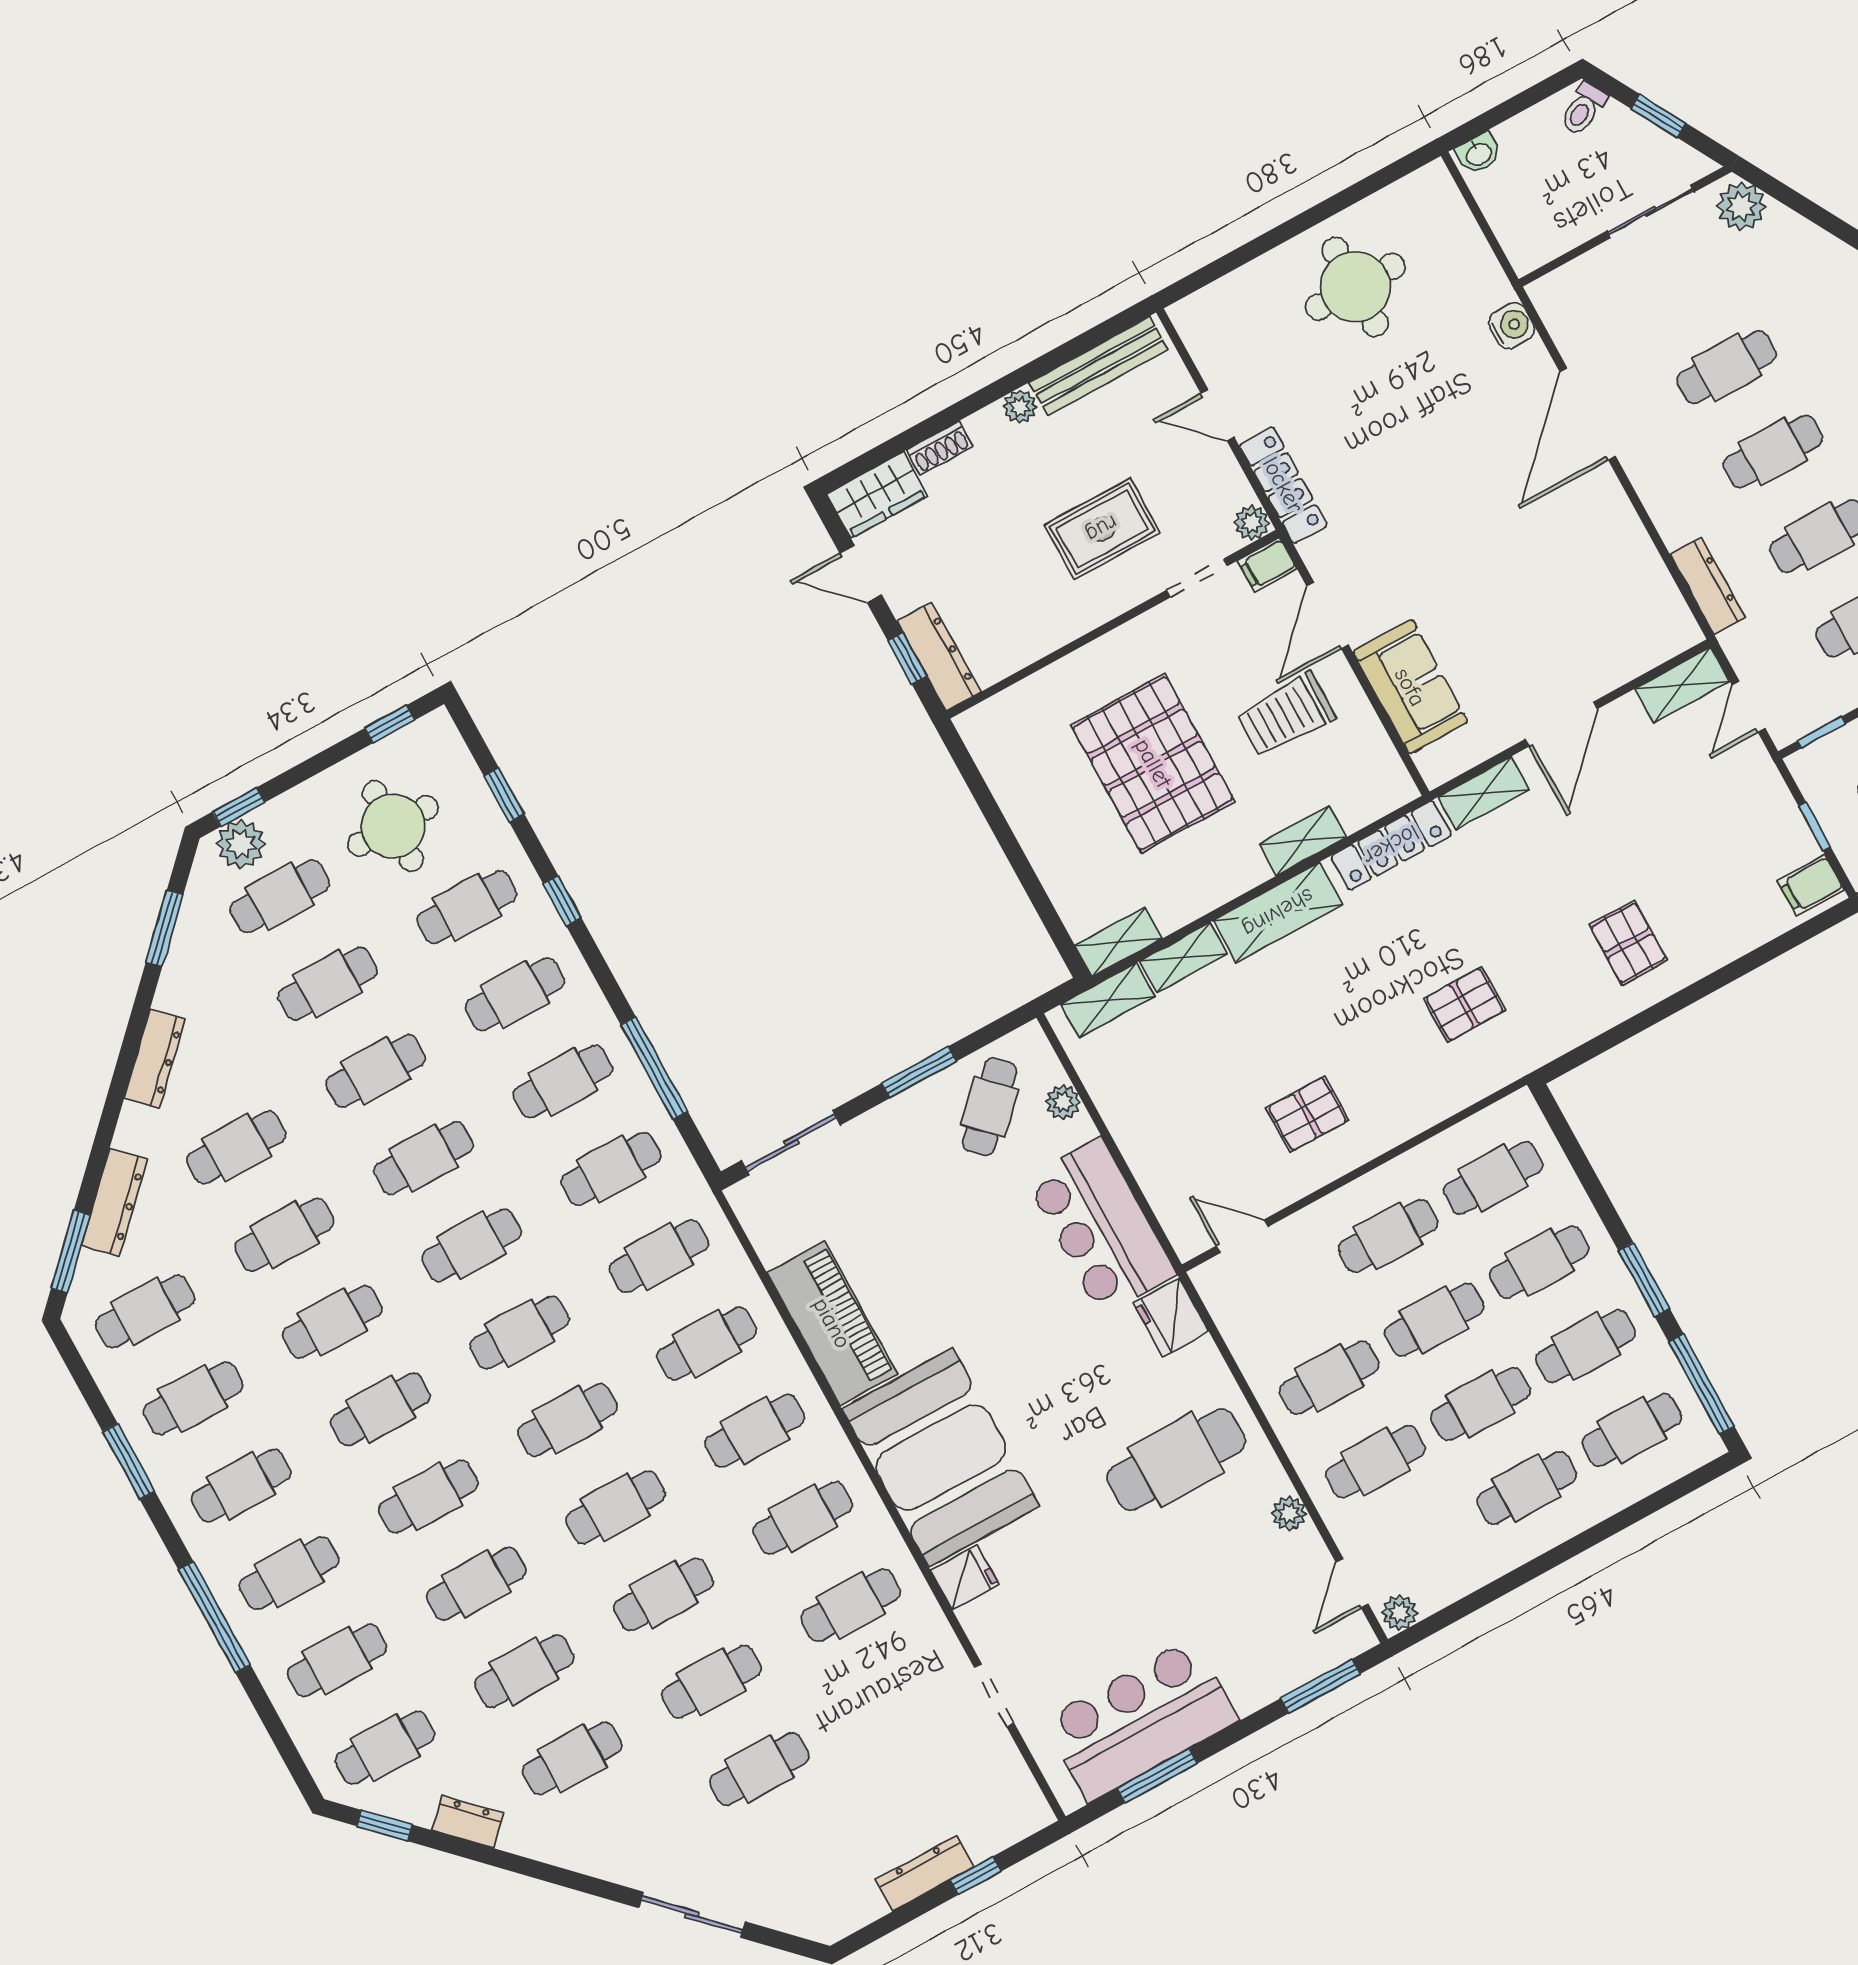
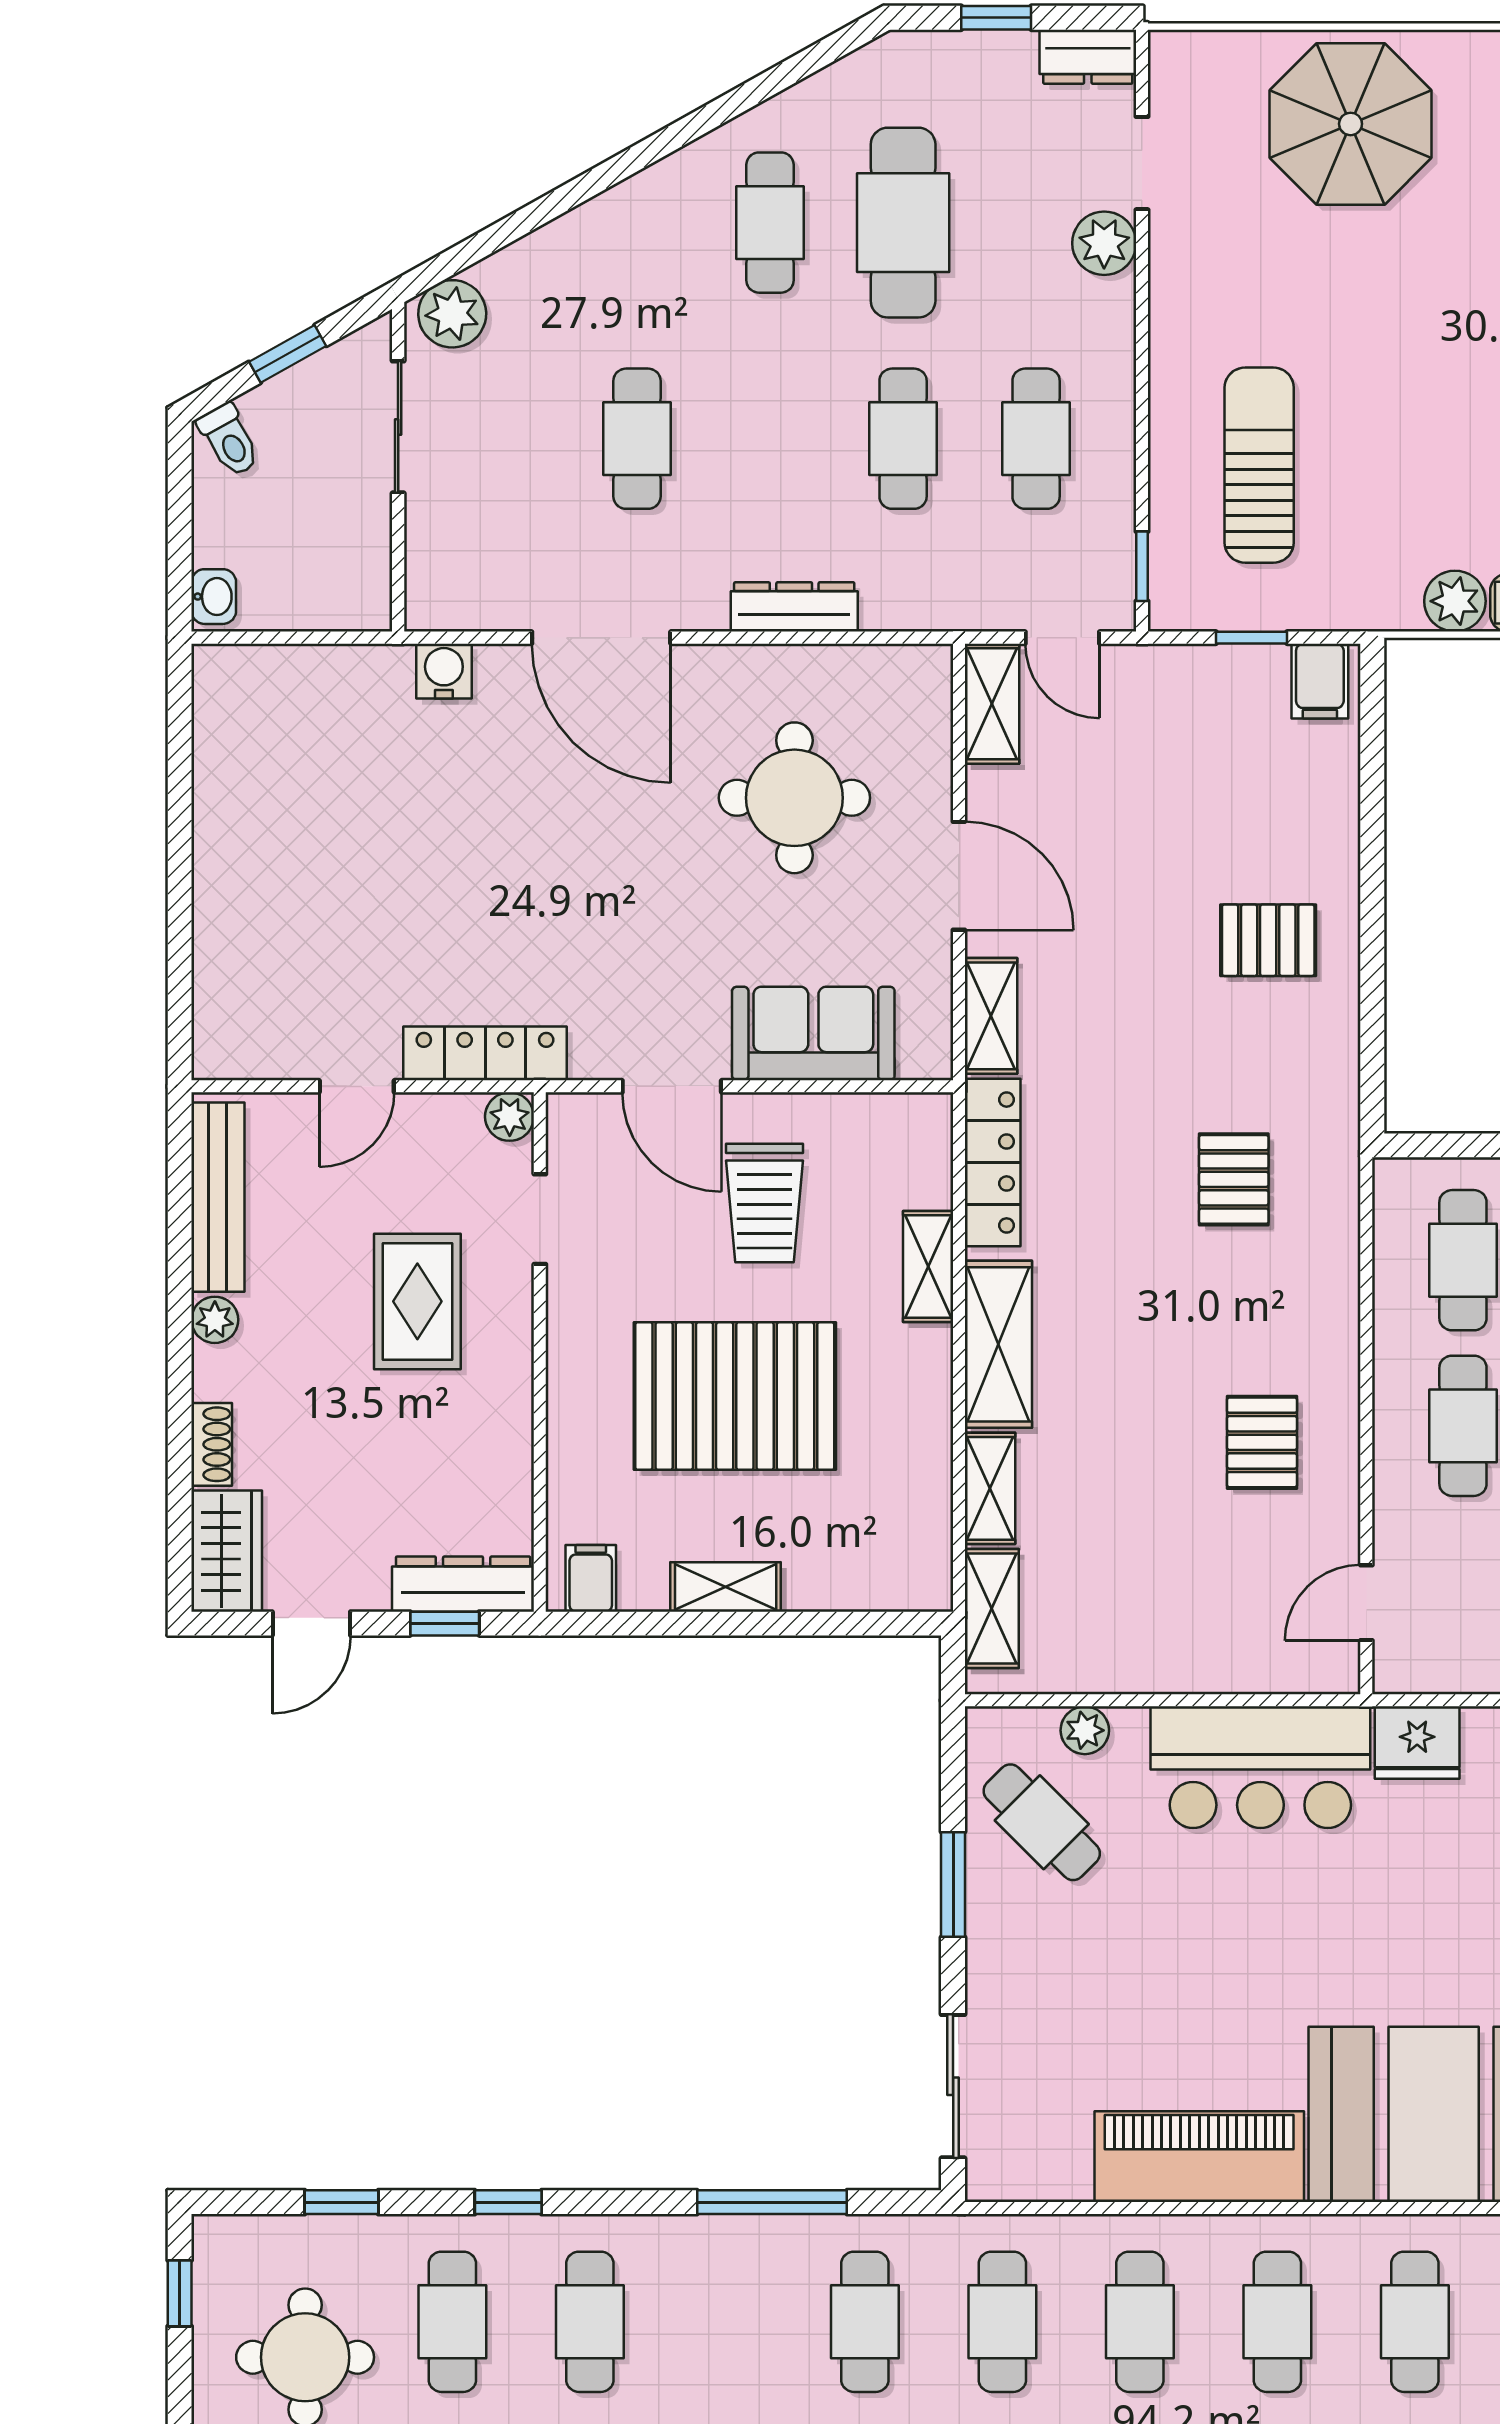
round table: (1355, 287) -> (794, 798), moved
cafe table: (1773, 452) -> (770, 439), removed
filing cabinet: (1267, 565) -> (591, 1578), moved, turned 180
dresser: (1708, 586) -> (794, 607), moved
shelving: (1119, 942) -> (726, 1587), moved, turned 90
cafe table: (563, 1082) -> (727, 2322), removed

